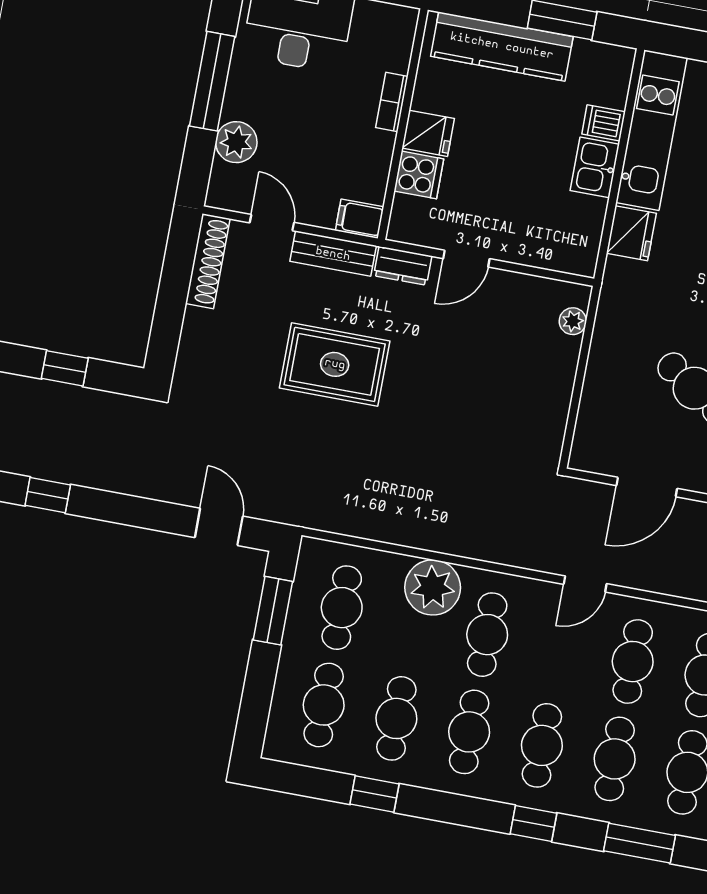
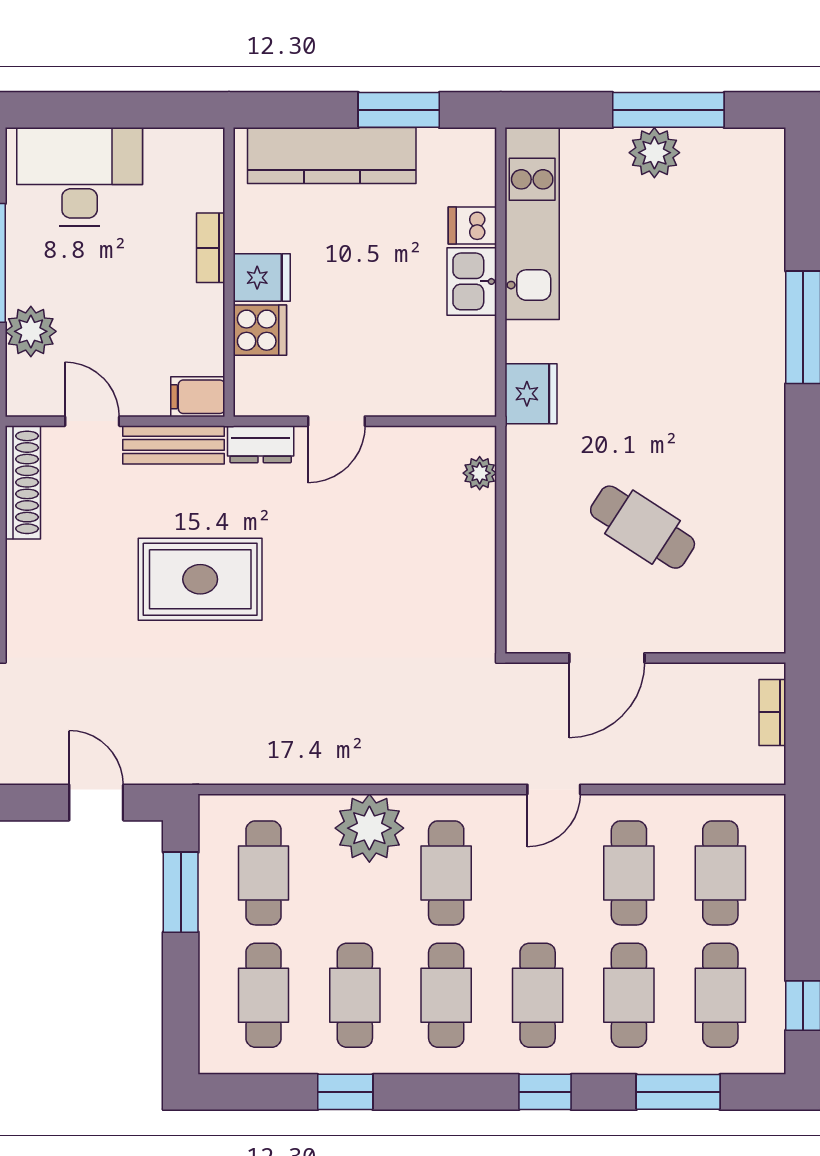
fridge: (631, 233) -> (531, 394), moved

